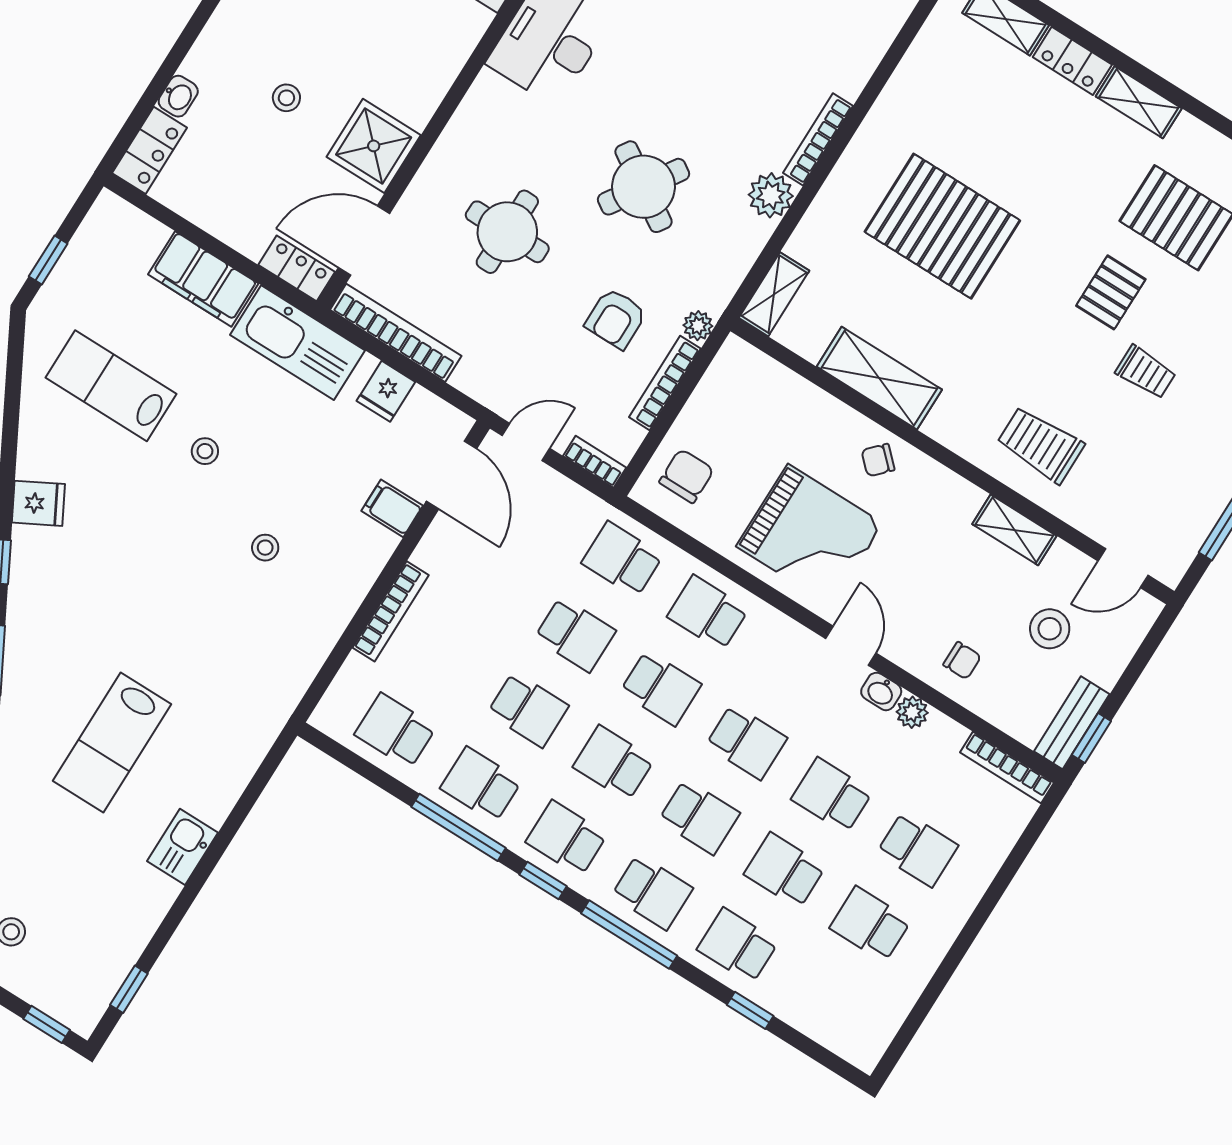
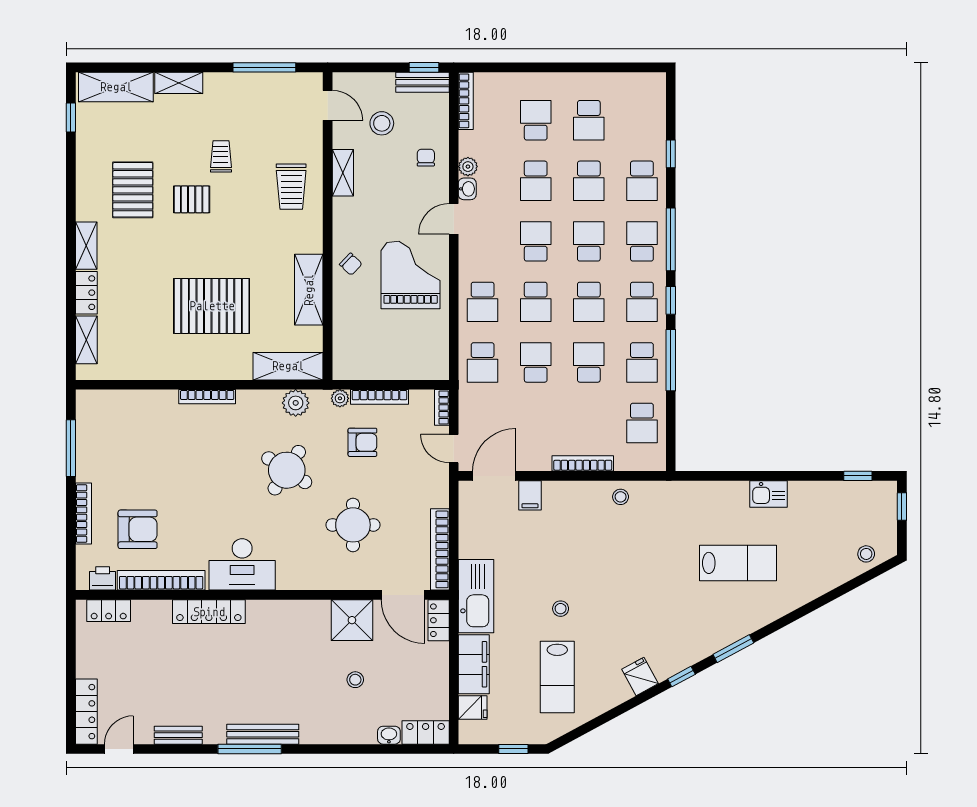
plant: (771, 195) -> (296, 403), moved
pallet: (942, 226) -> (212, 306), turned 90
shelving: (774, 294) -> (288, 366), width x1.50, depth x1.33
fridge: (386, 391) -> (473, 708), moved
chair: (687, 476) -> (420, 356), removed
stool: (265, 548) -> (621, 497), moved
school desk: (661, 688) -> (536, 302), turned 180

